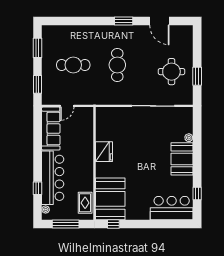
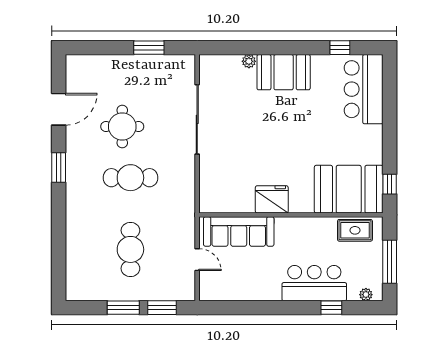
window: (38, 48) -> (123, 308), moved
round table: (171, 72) -> (122, 127), moved
sofa: (51, 129) -> (239, 231), moved, turned 180
bar counter: (53, 178) -> (314, 283), width x0.73

